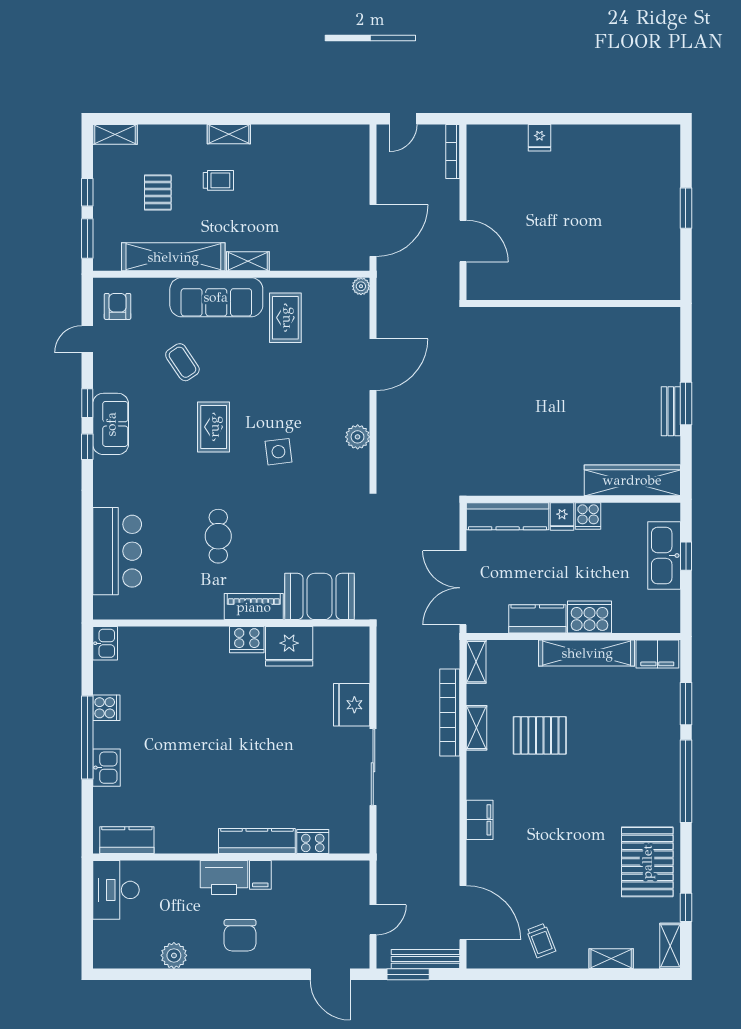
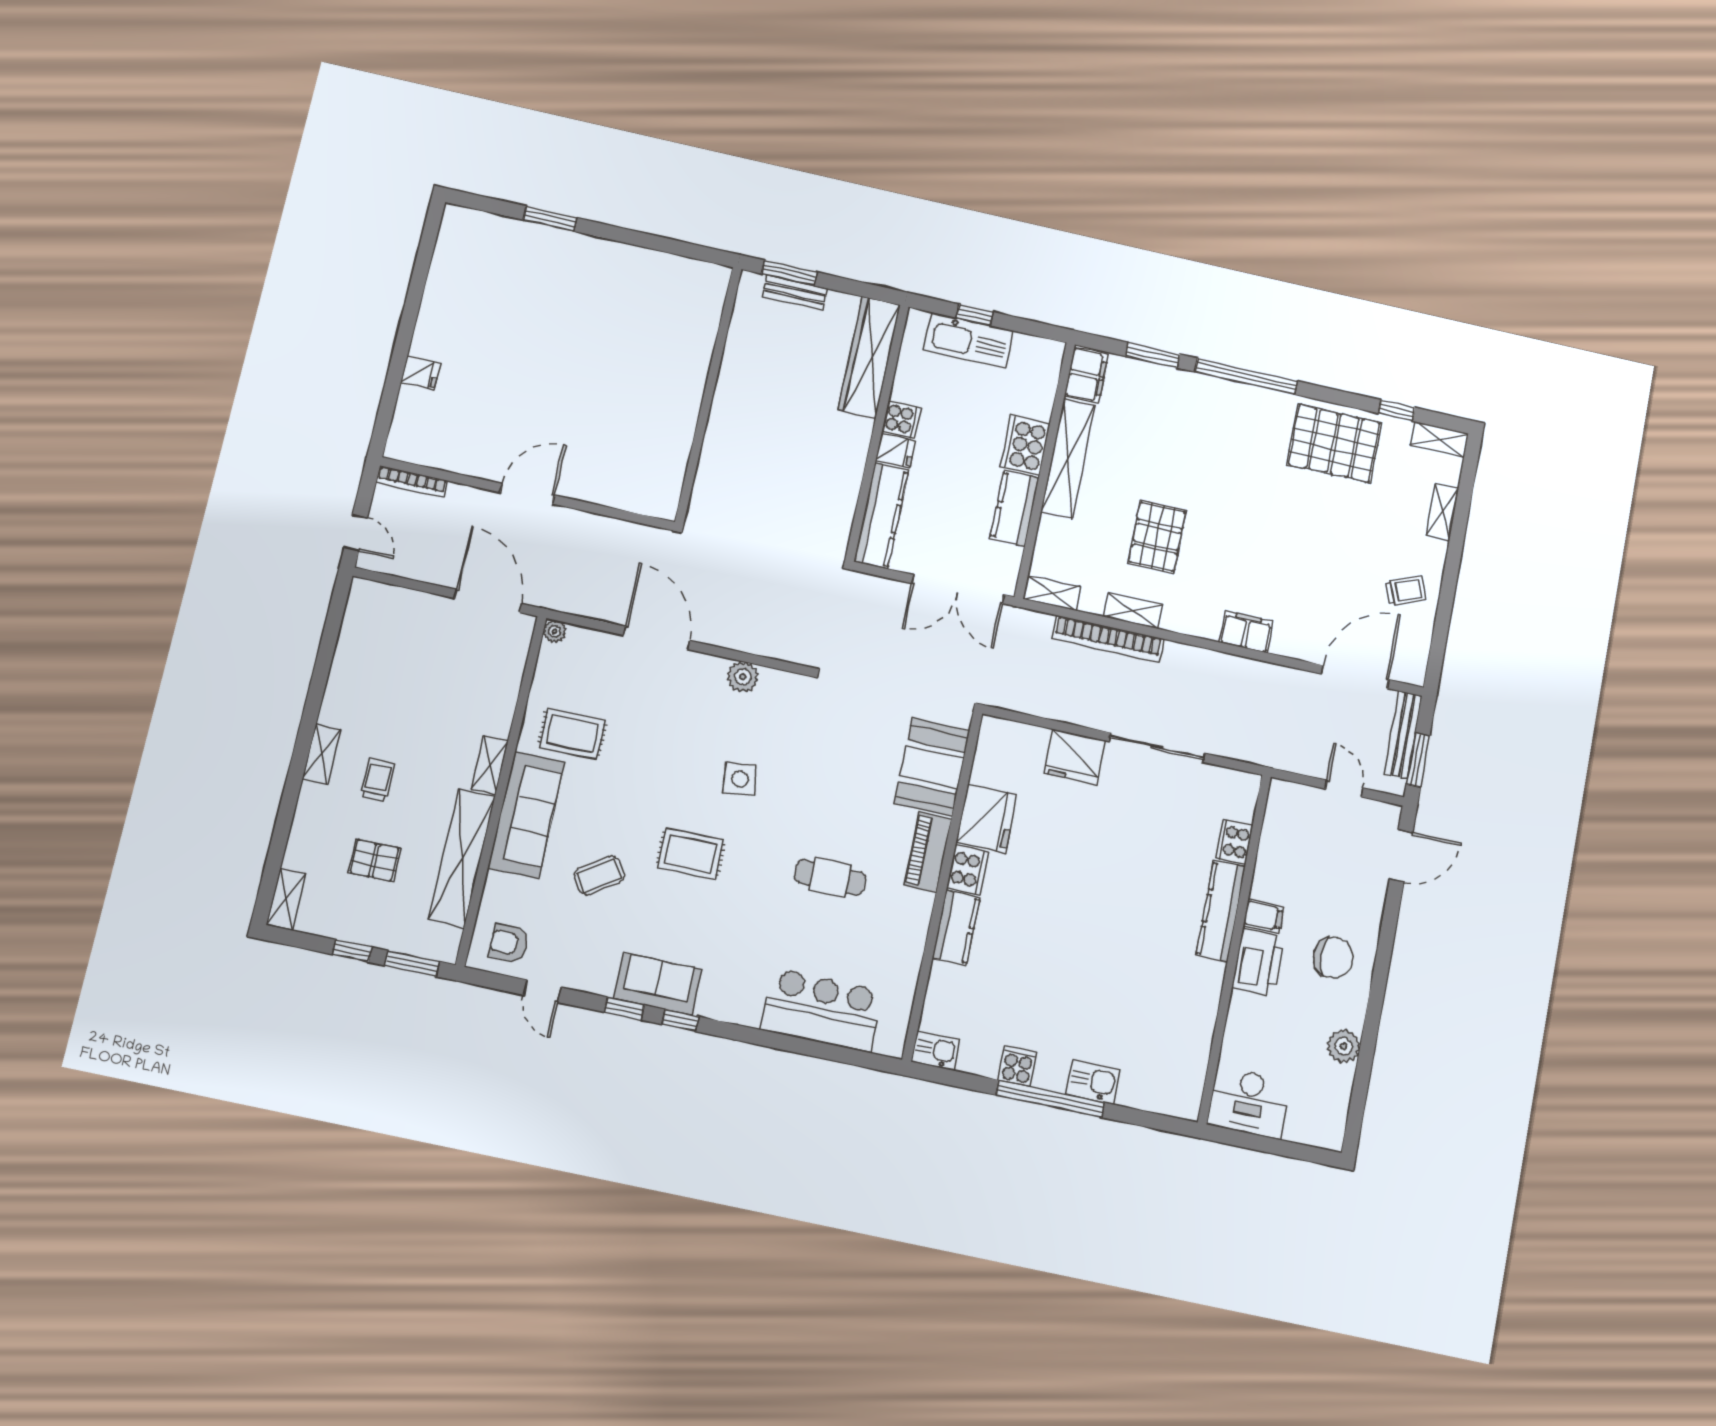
wall: (573, 303) -> (708, 394), moved
kitchen counter: (127, 840) -> (956, 928), moved, turned 180

